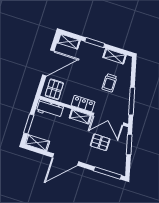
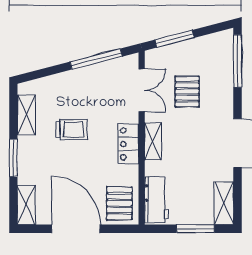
trolley: (109, 83) -> (71, 129), moved
pallet: (54, 89) -> (119, 203), turned 90
double door: (108, 119) -> (142, 90), width x0.73

